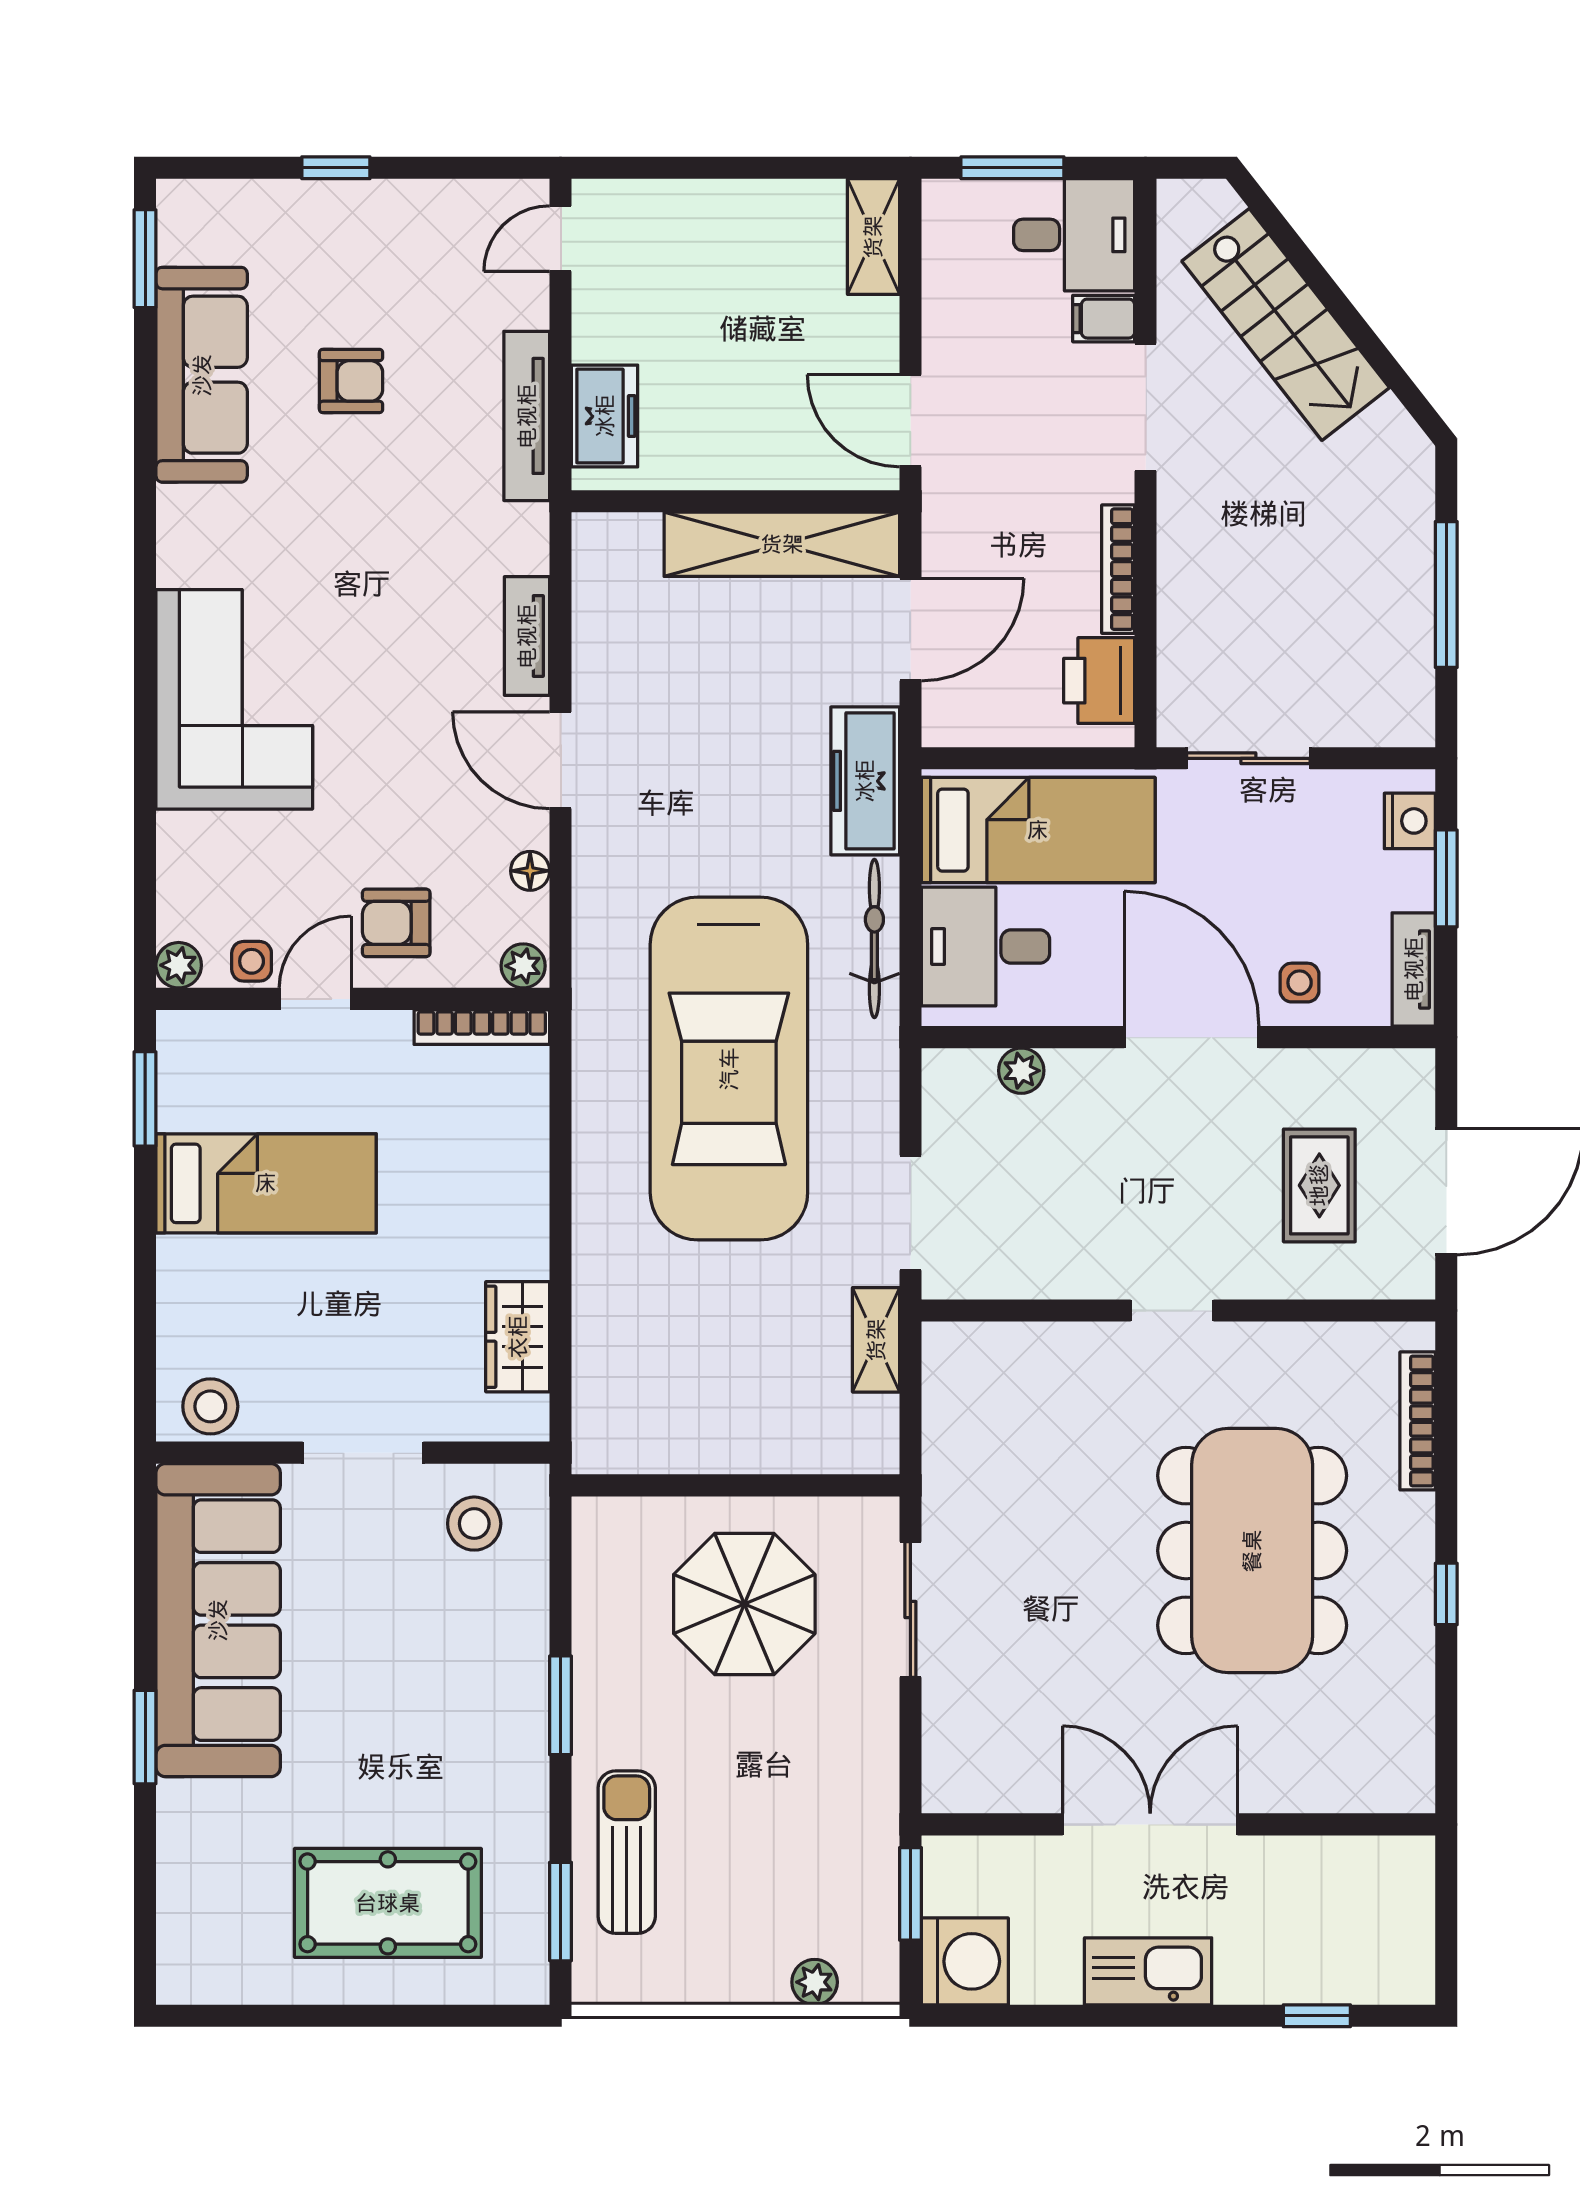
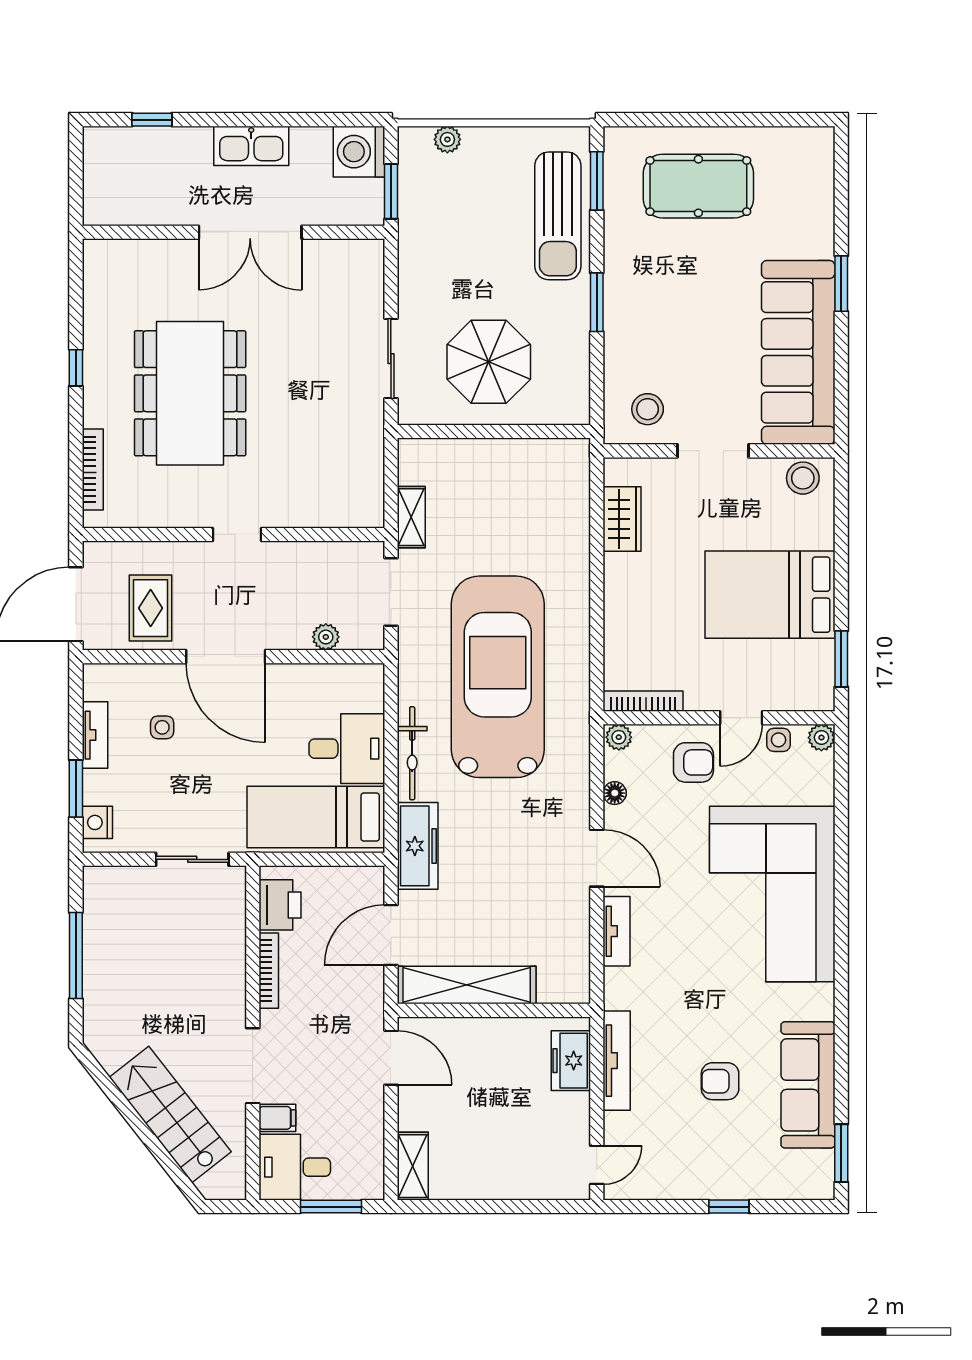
corner sofa: (234, 699) -> (772, 894), width x1.36, depth x1.36
wall: (1178, 1037) -> (233, 657), moved
door: (1192, 1037) -> (226, 657), moved
plant: (1021, 1071) -> (326, 637), moved
bed: (266, 1183) -> (770, 595), width x1.50
sun lounger: (627, 1852) -> (558, 216), width x1.36, depth x1.34

